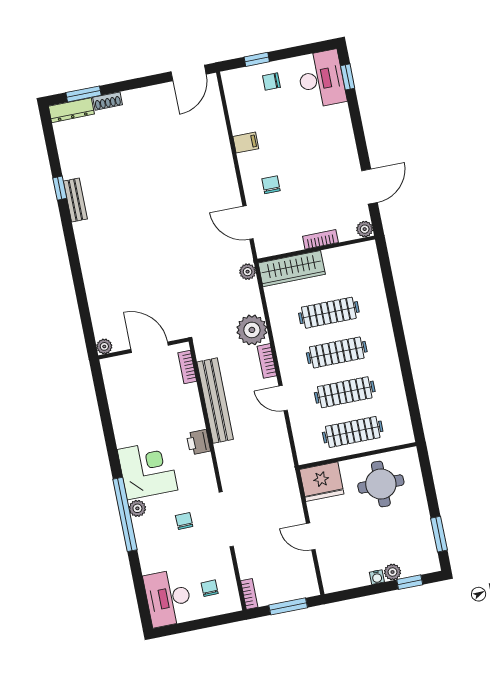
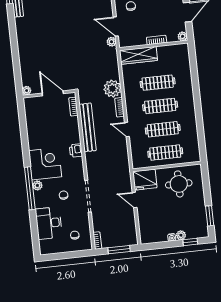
plant: (248, 272) -> (112, 42), moved
door: (311, 537) -> (135, 200), moved
desk: (168, 598) -> (49, 223), moved

